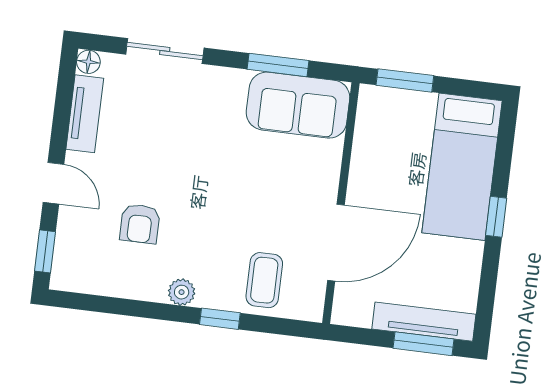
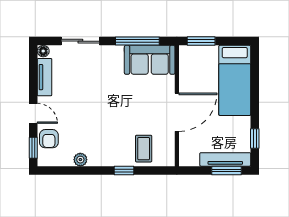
window: (278, 65) -> (137, 41), width x1.44
window: (496, 217) -> (255, 139), moved
armchair: (140, 224) -> (49, 139), moved
door: (336, 243) -> (177, 112), moved
plant: (182, 292) -> (80, 160), moved

